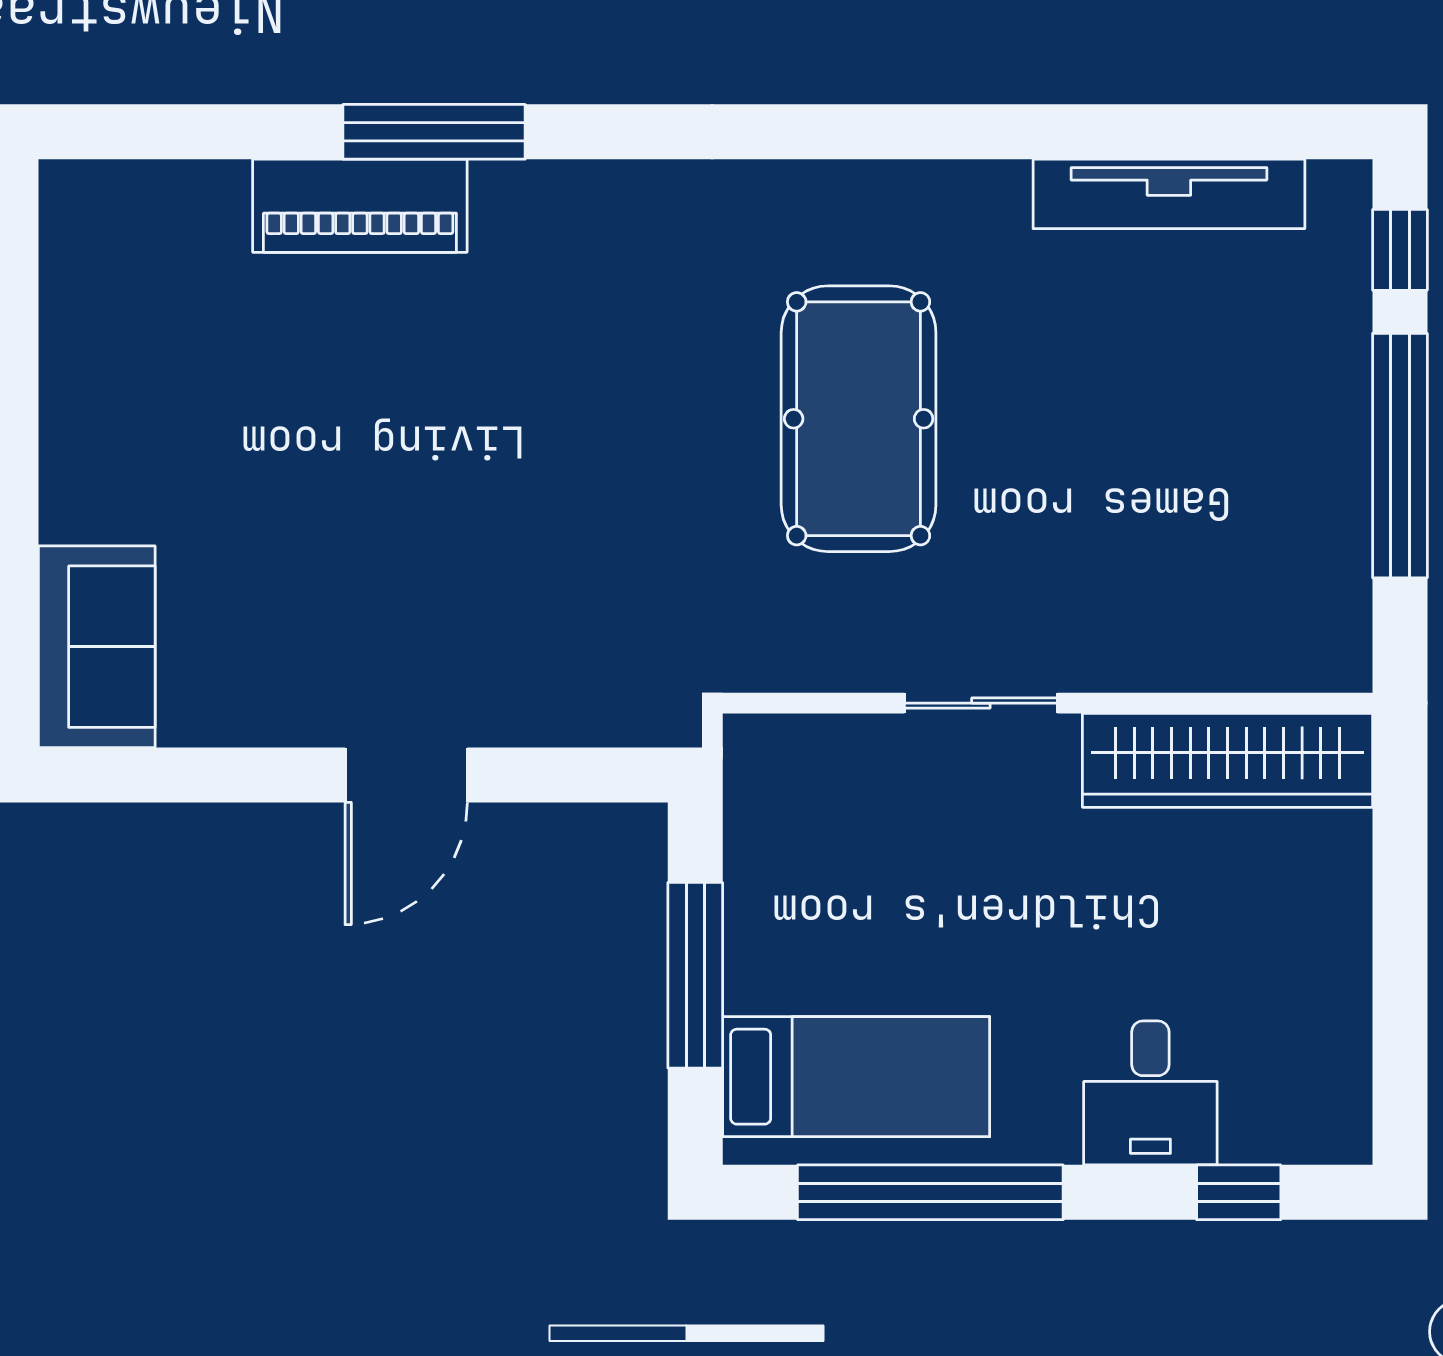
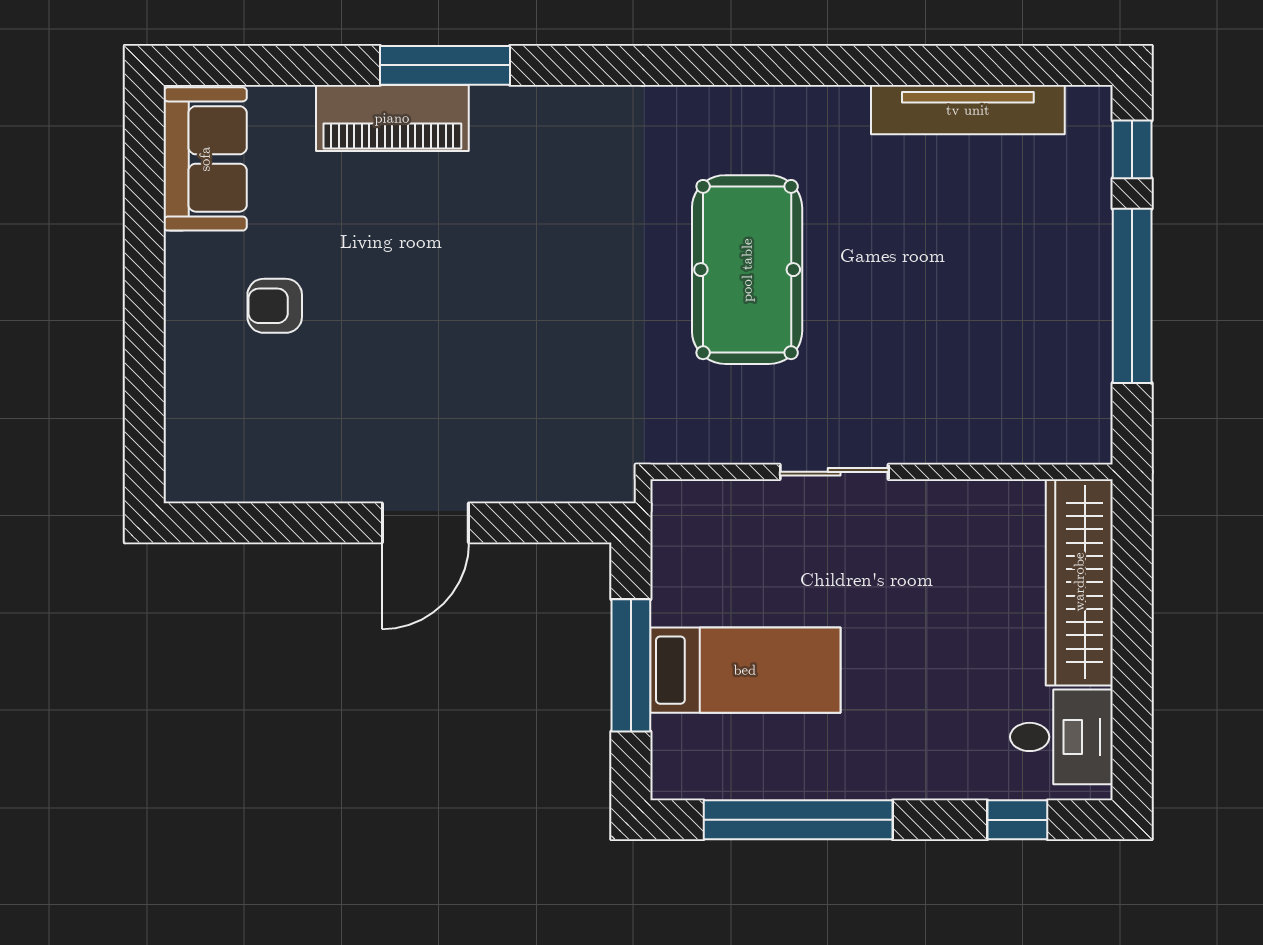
armchair: (194, 470) -> (275, 306), added
sofa: (97, 647) -> (205, 159), moved
wardrobe: (1227, 760) -> (1079, 582), moved, turned 90
bed: (856, 1077) -> (745, 670), moved
desk: (1150, 1093) -> (1061, 737), moved, turned -90

